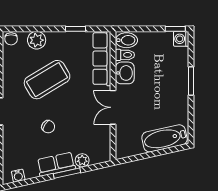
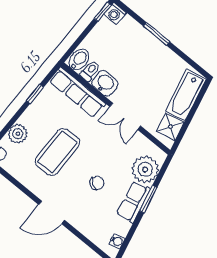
coffee table: (47, 80) -> (57, 152), turned 30
shower: (132, 146) -> (170, 127), added
plant: (82, 160) -> (145, 169), width x1.88, depth x1.88

